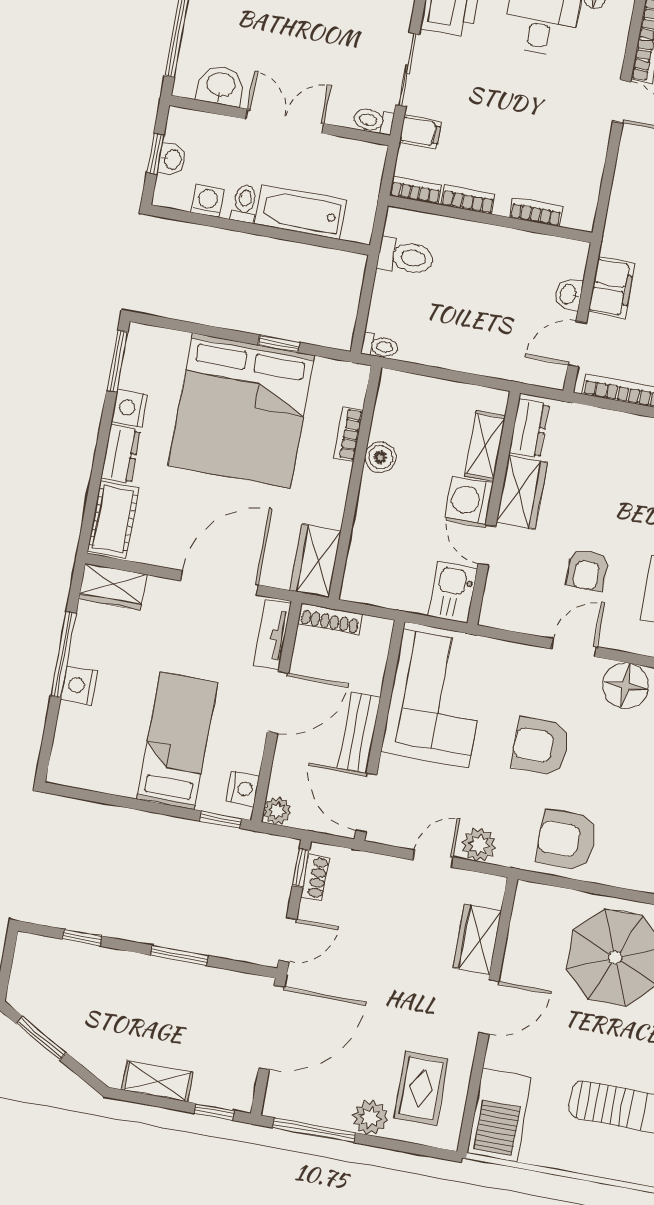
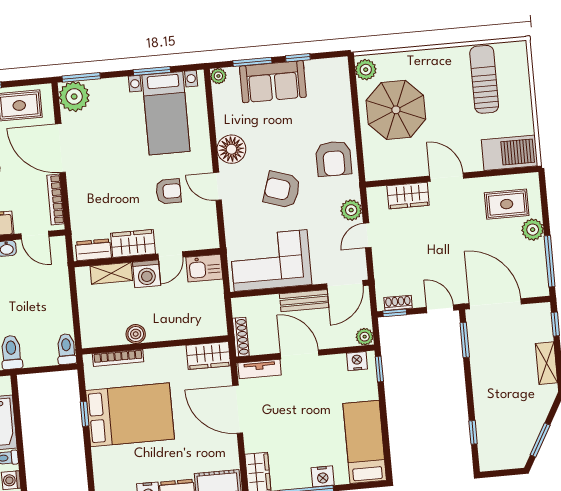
toilet: (380, 346) -> (66, 349), width x1.37, depth x1.39
bed: (241, 410) -> (130, 415), width x0.73
bookcase: (348, 434) -> (118, 358), width x1.56
bed: (177, 741) -> (365, 442), moved, turned 90
armchair: (541, 746) -> (282, 190), turned 108
door: (433, 859) -> (367, 235), hinge flipped
window: (179, 955) -> (465, 340), moved

